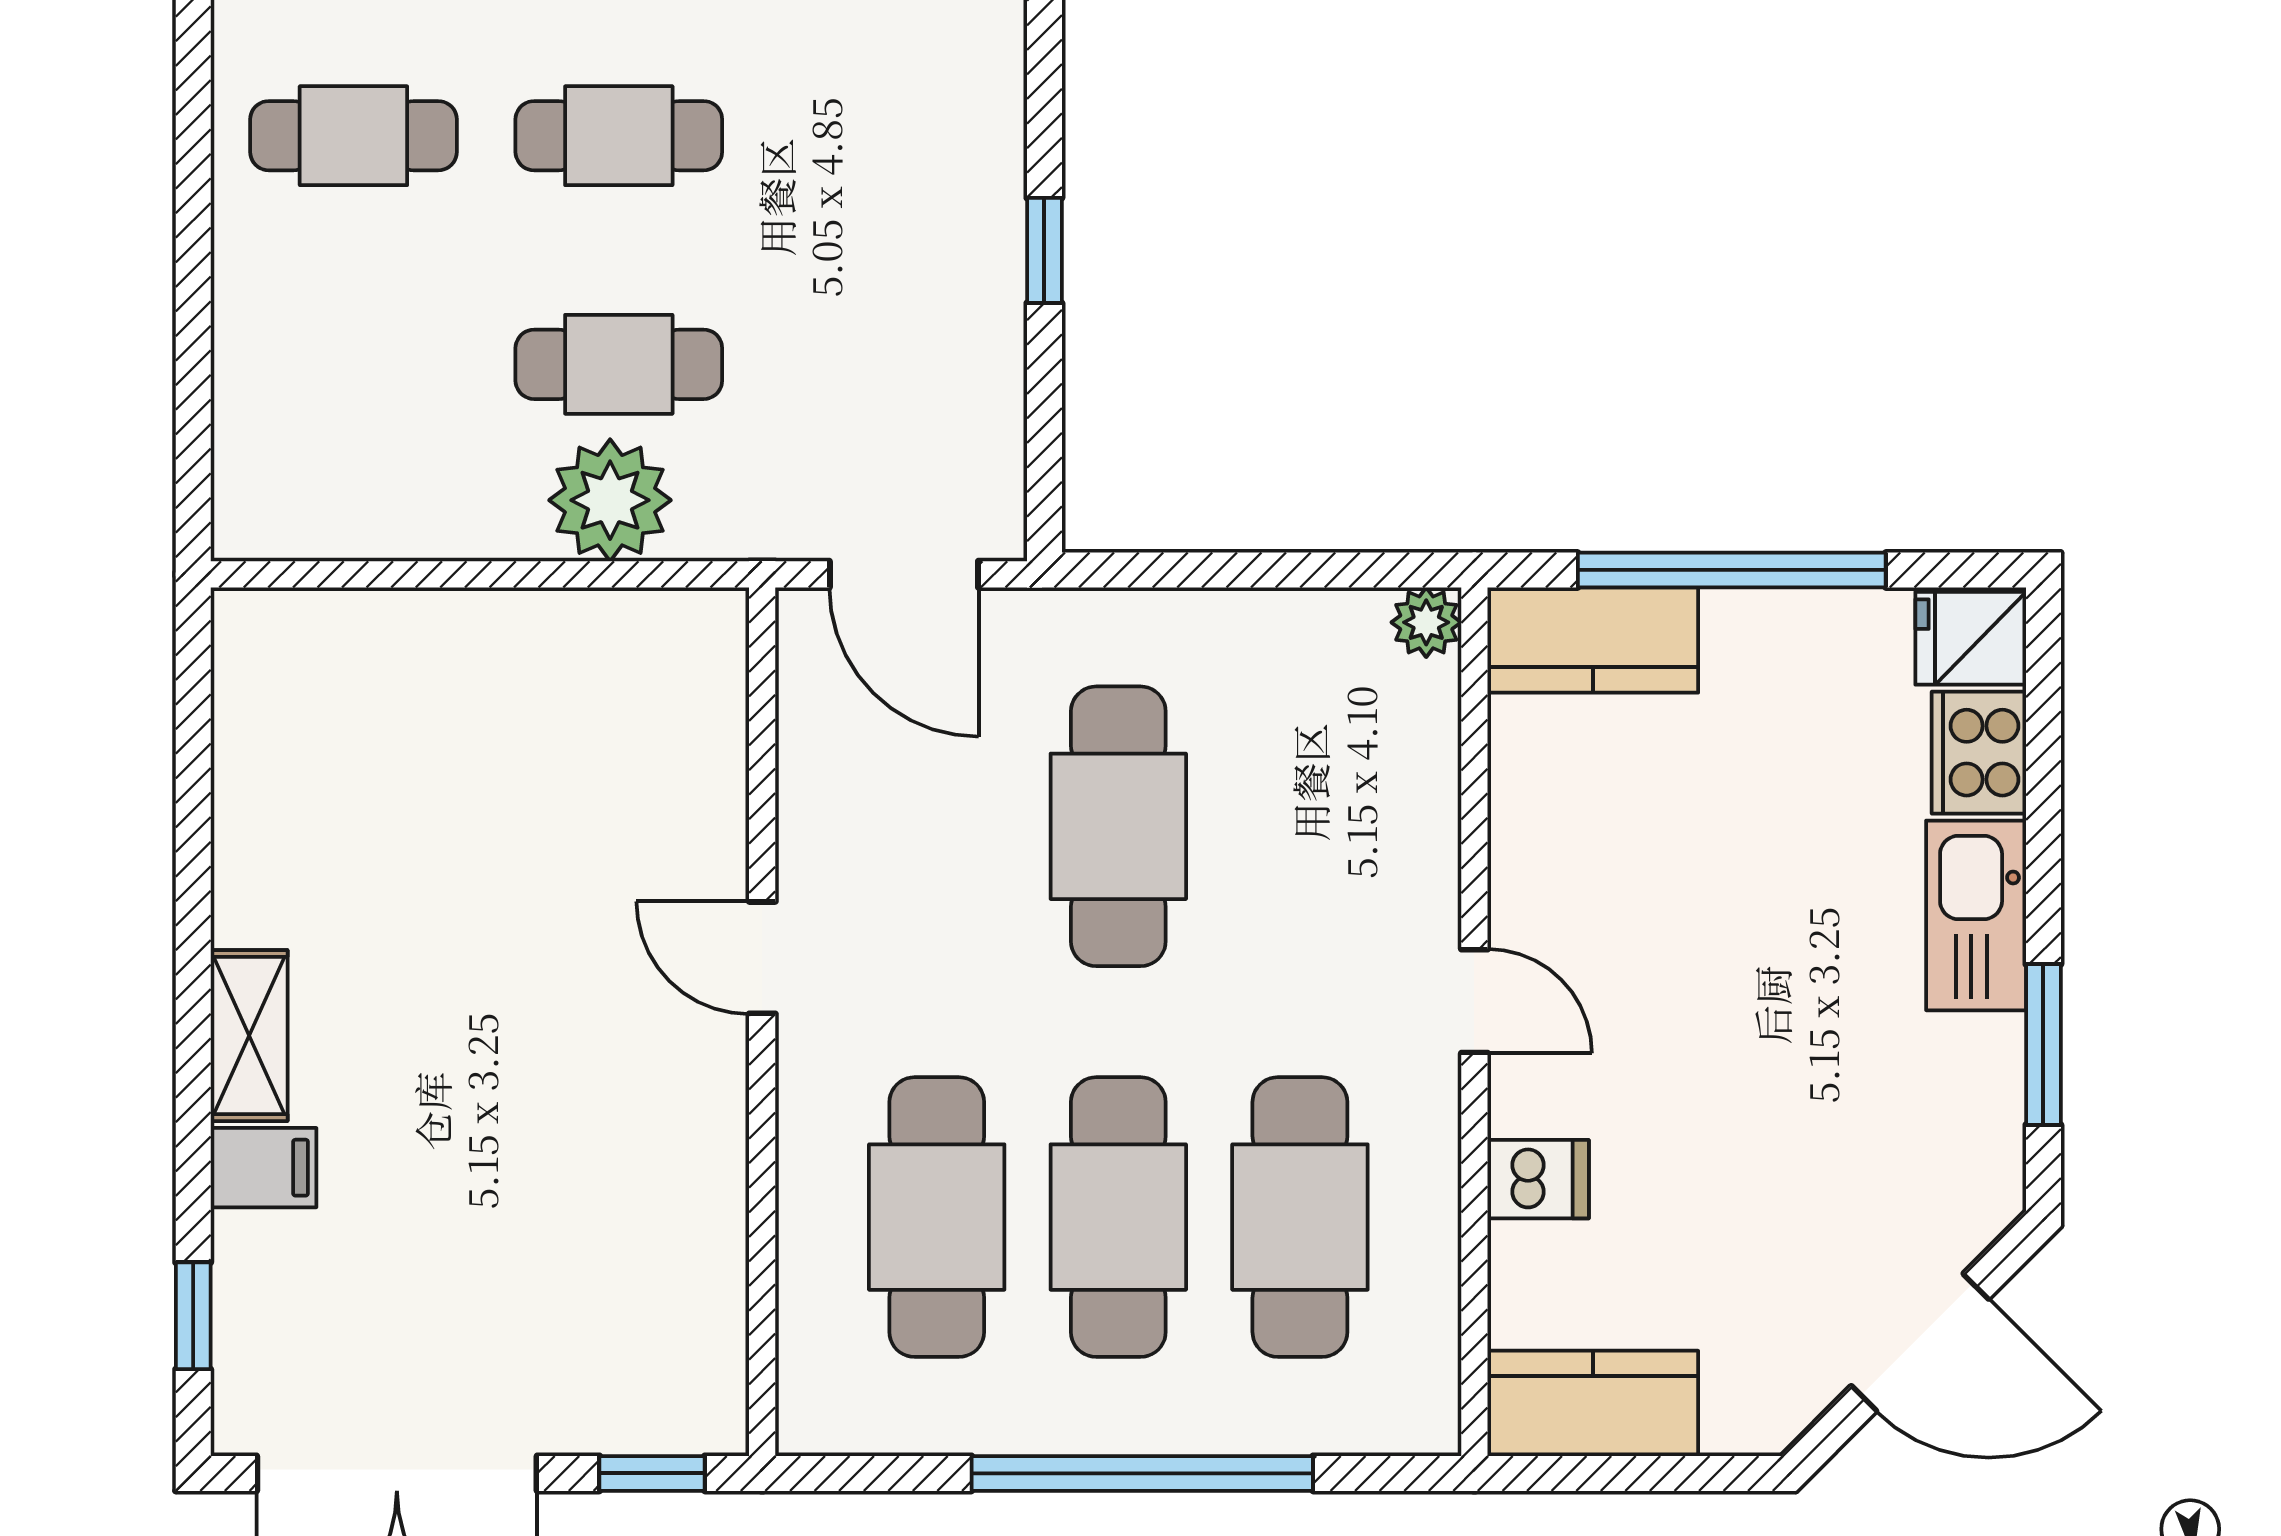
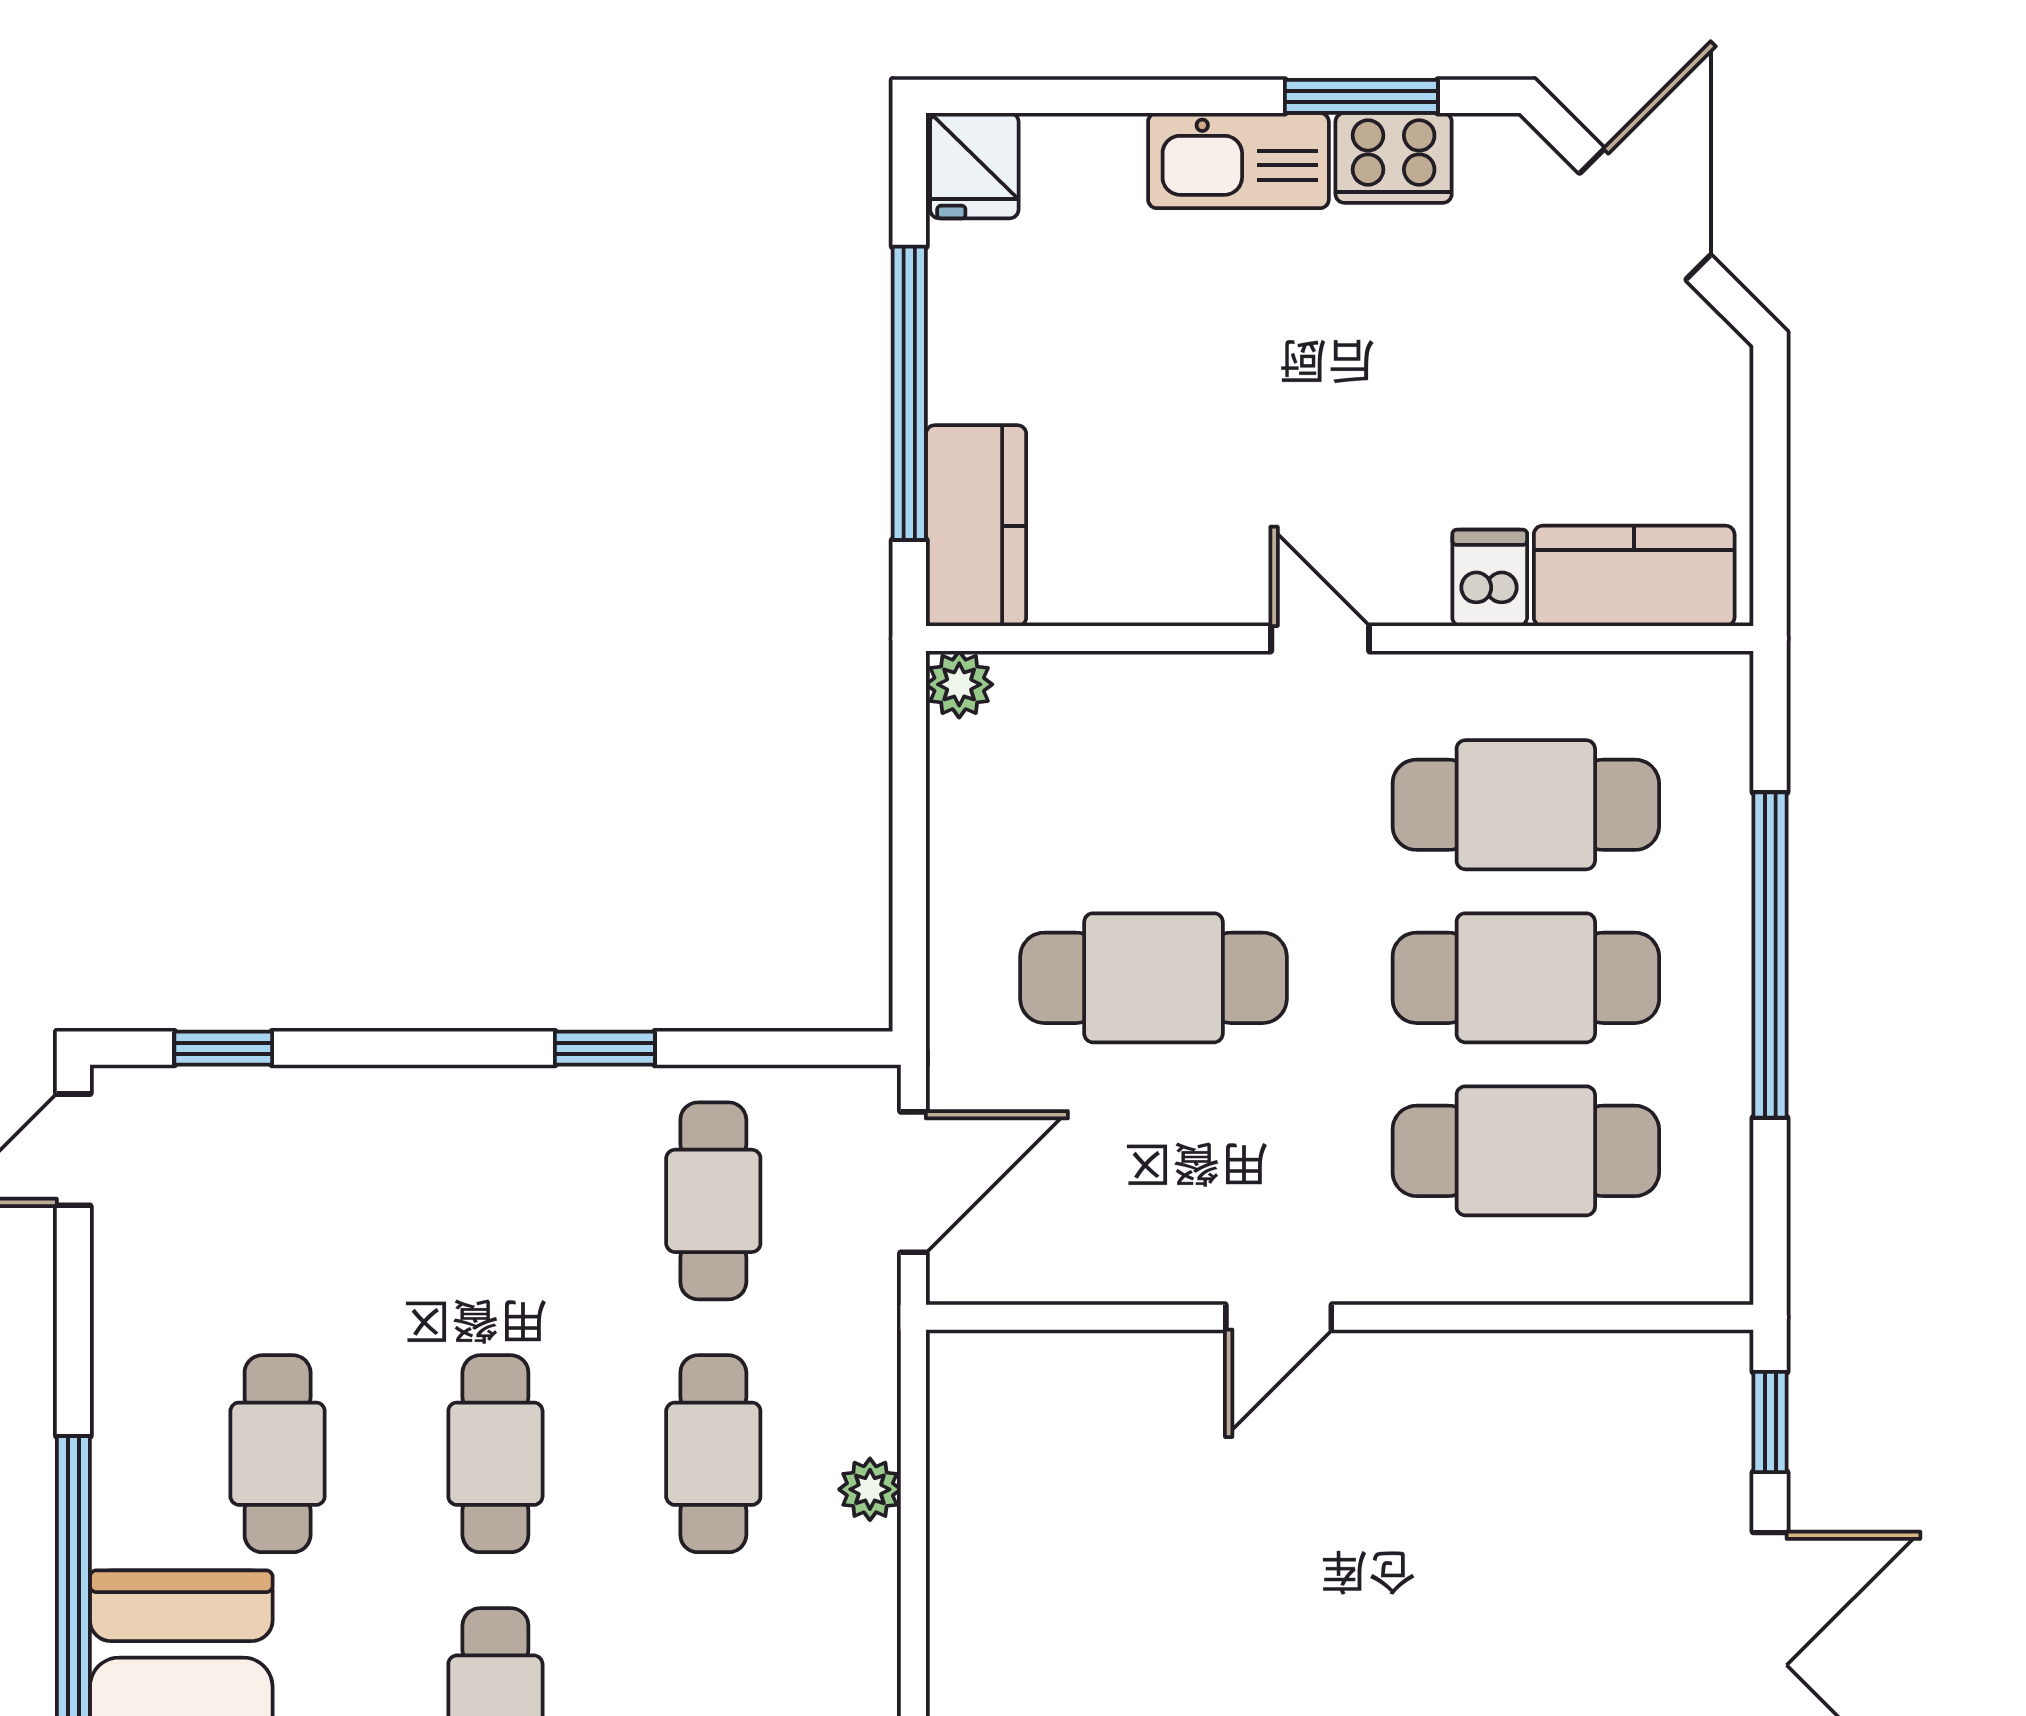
cafe table: (884, 364) -> (713, 1201), added
plant: (610, 500) -> (870, 1489), width x0.53, depth x0.53
cooker: (1979, 753) -> (1394, 158), moved
door: (1474, 1001) -> (1320, 638), hinge flipped
kitchen counter: (1593, 1403) -> (1634, 576), moved, turned 90

